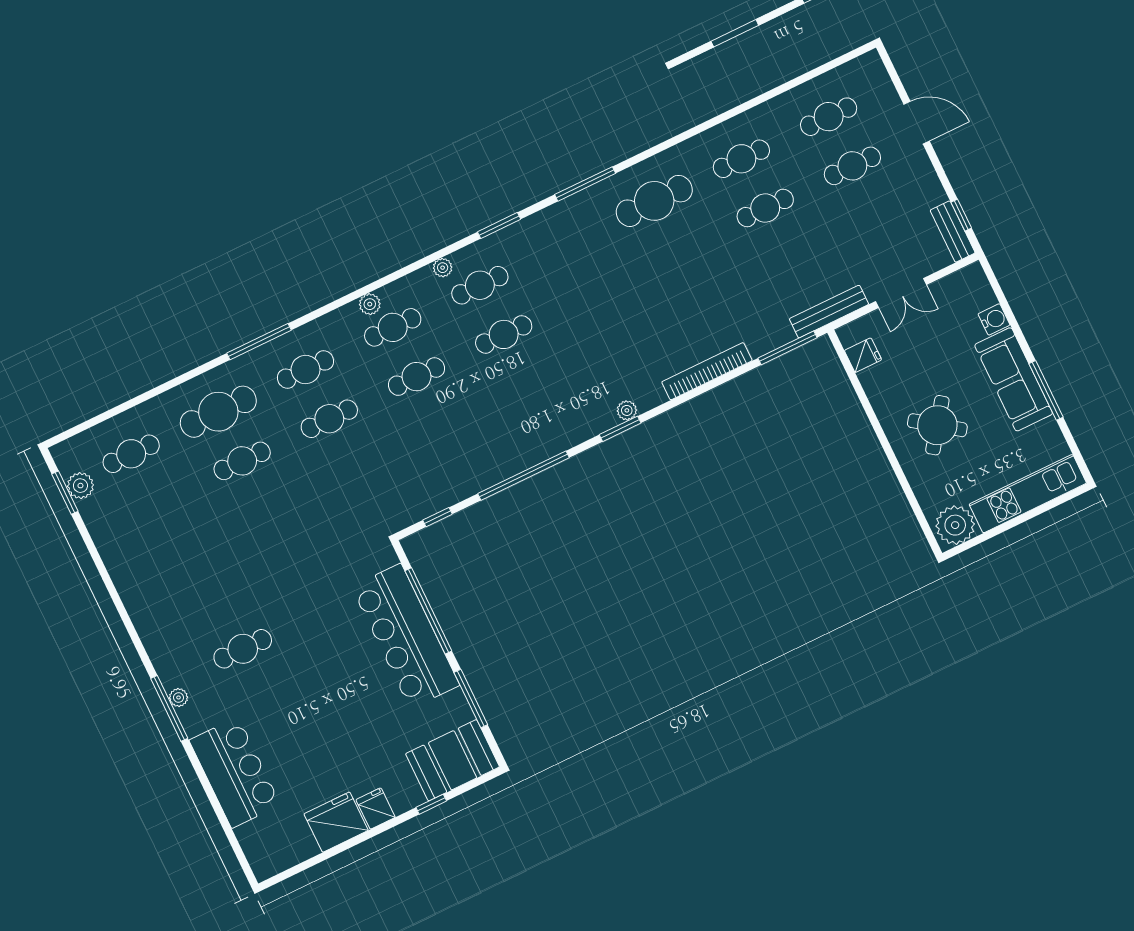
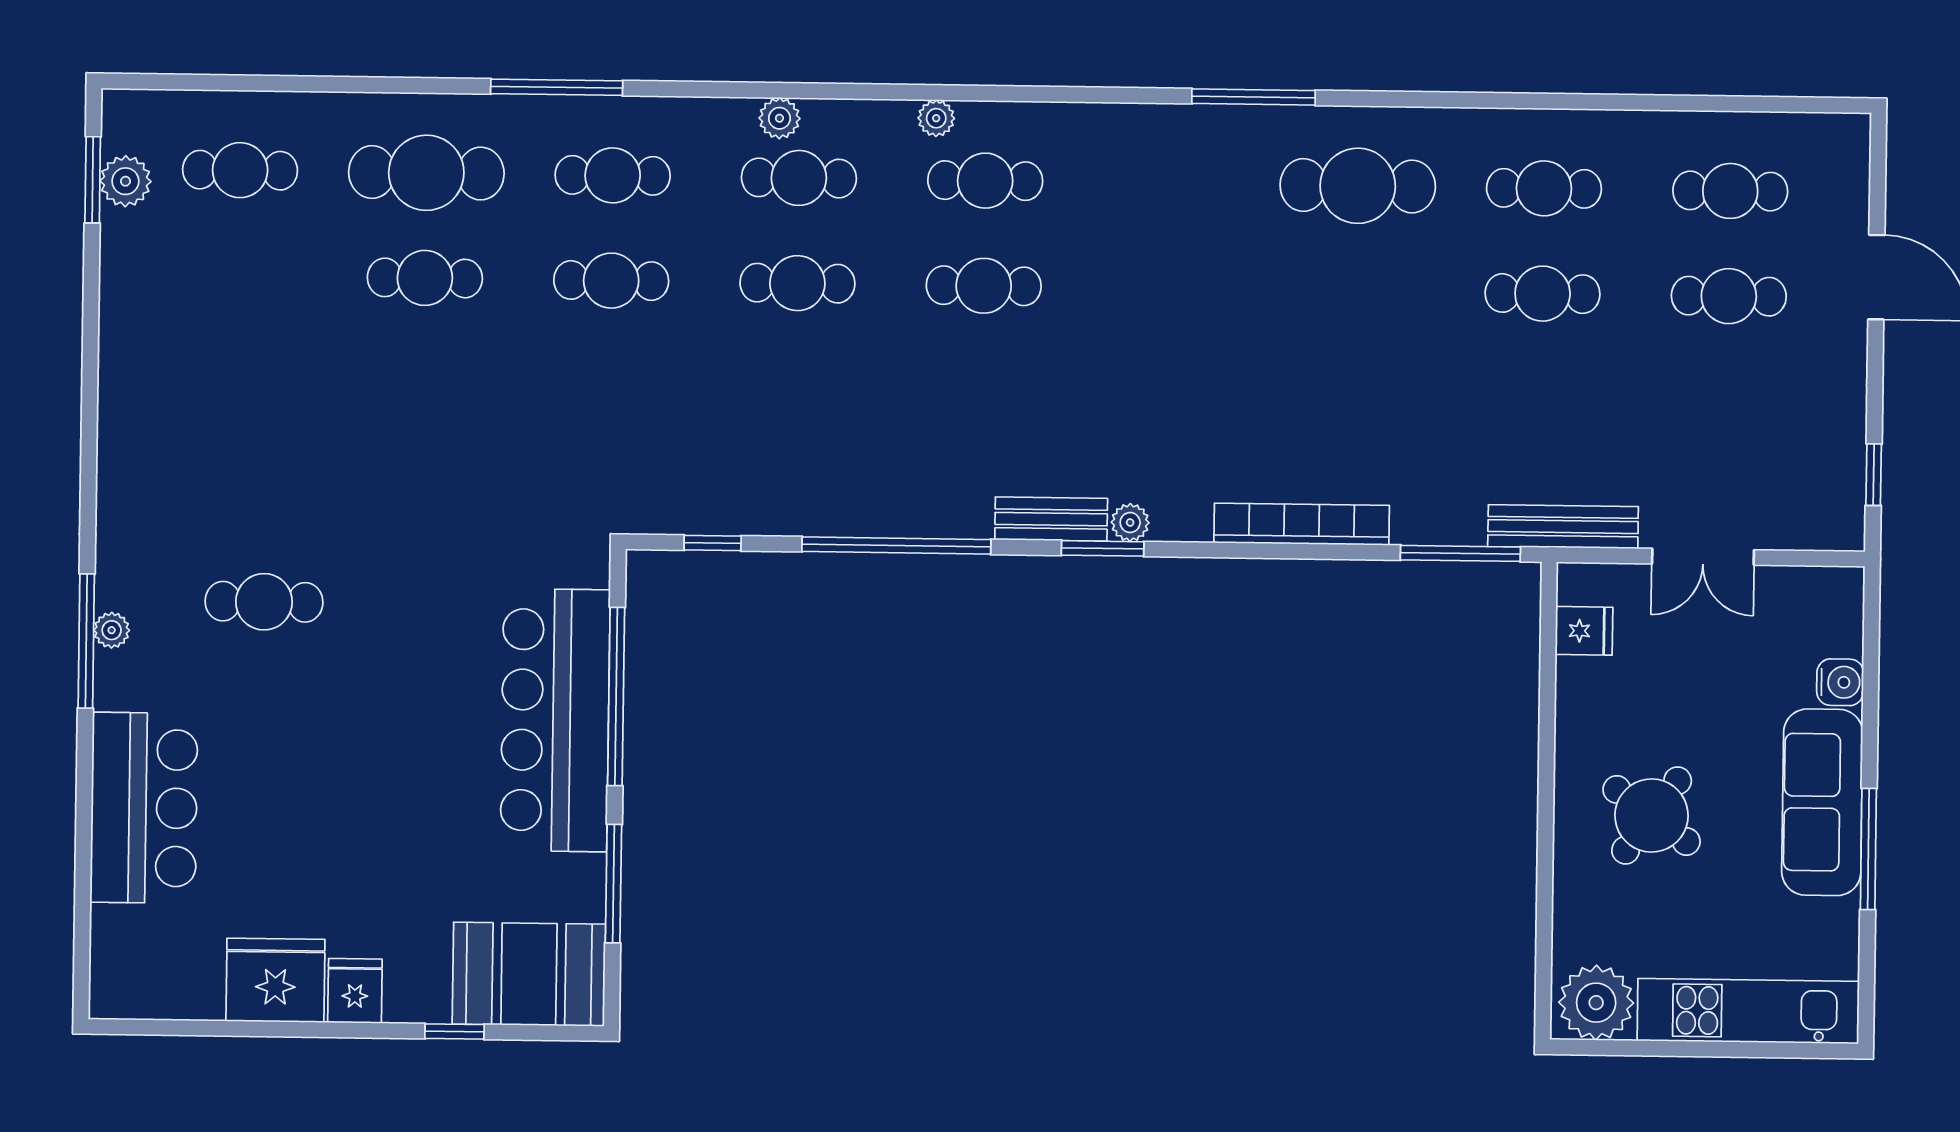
window: (499, 226) -> (1070, 94), removed
bench: (953, 232) -> (1051, 519), moved, turned 90

